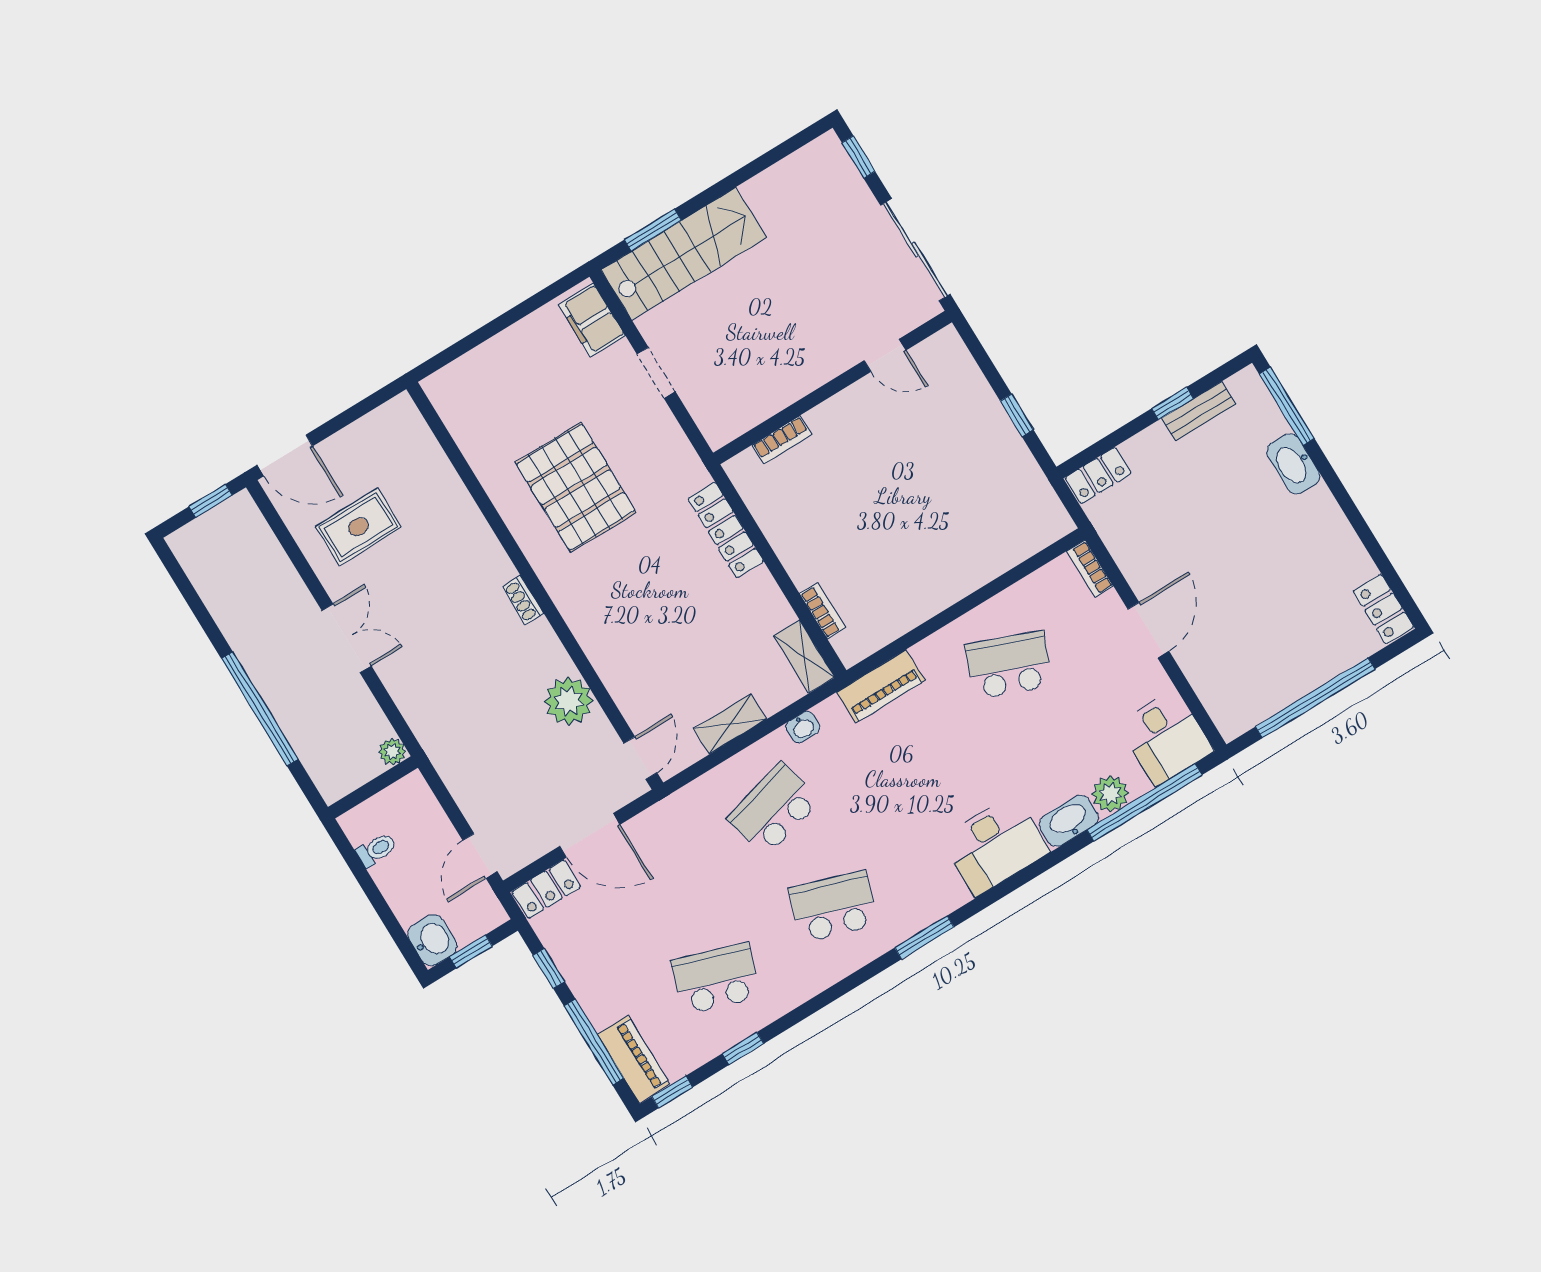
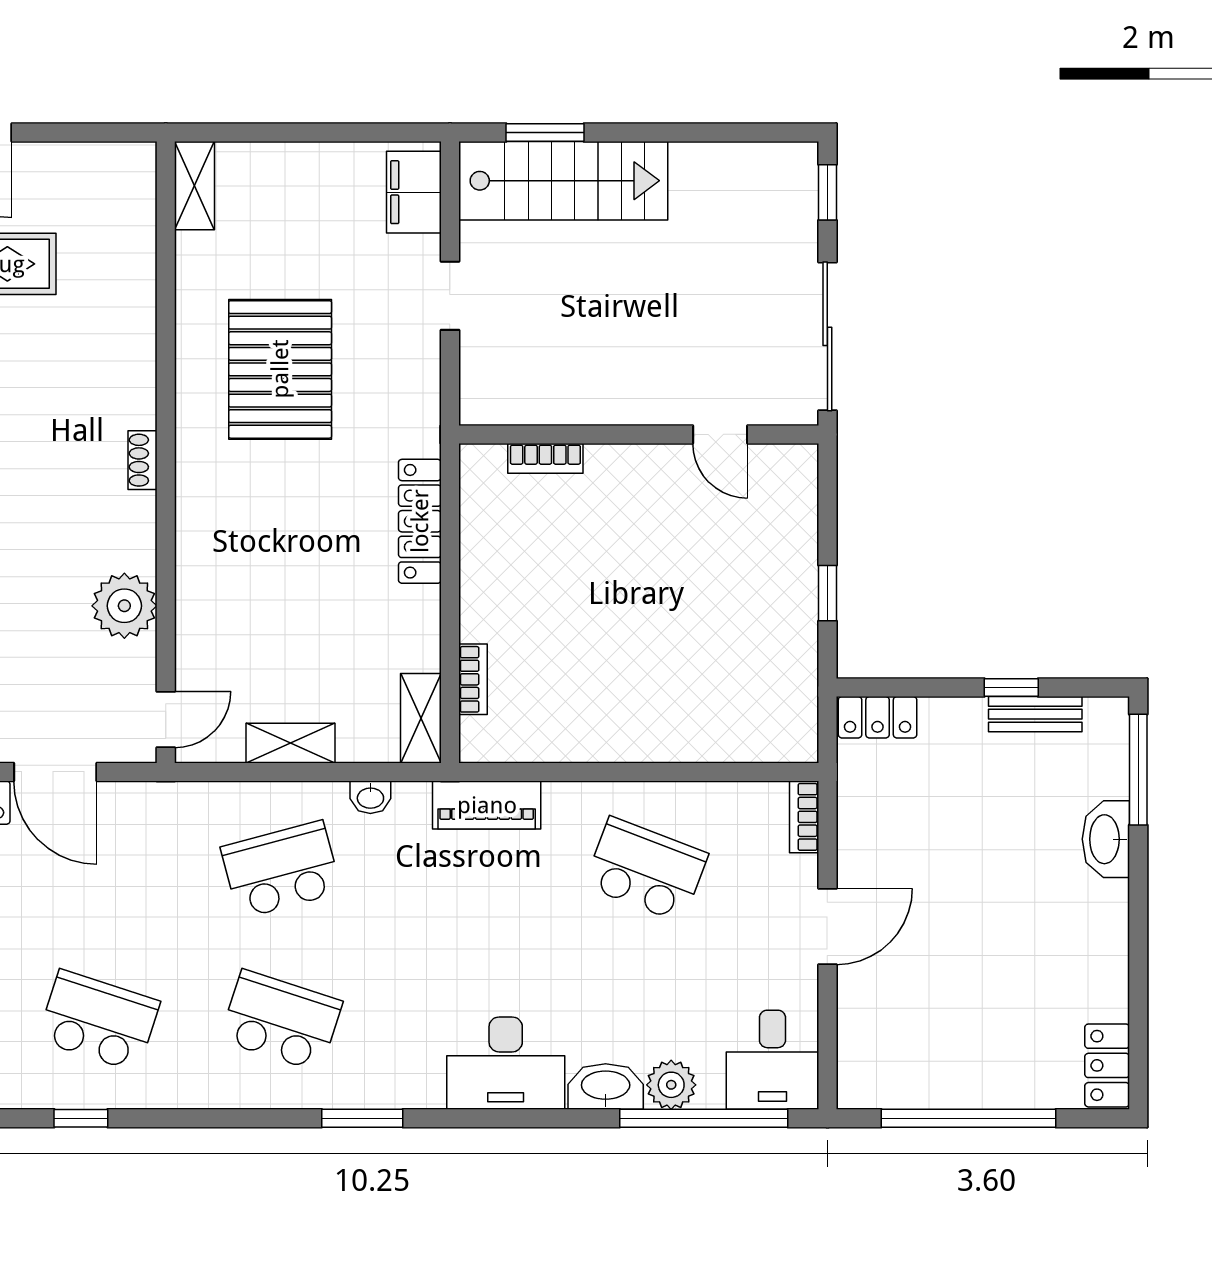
shelving: (448, 403) -> (195, 186), added

